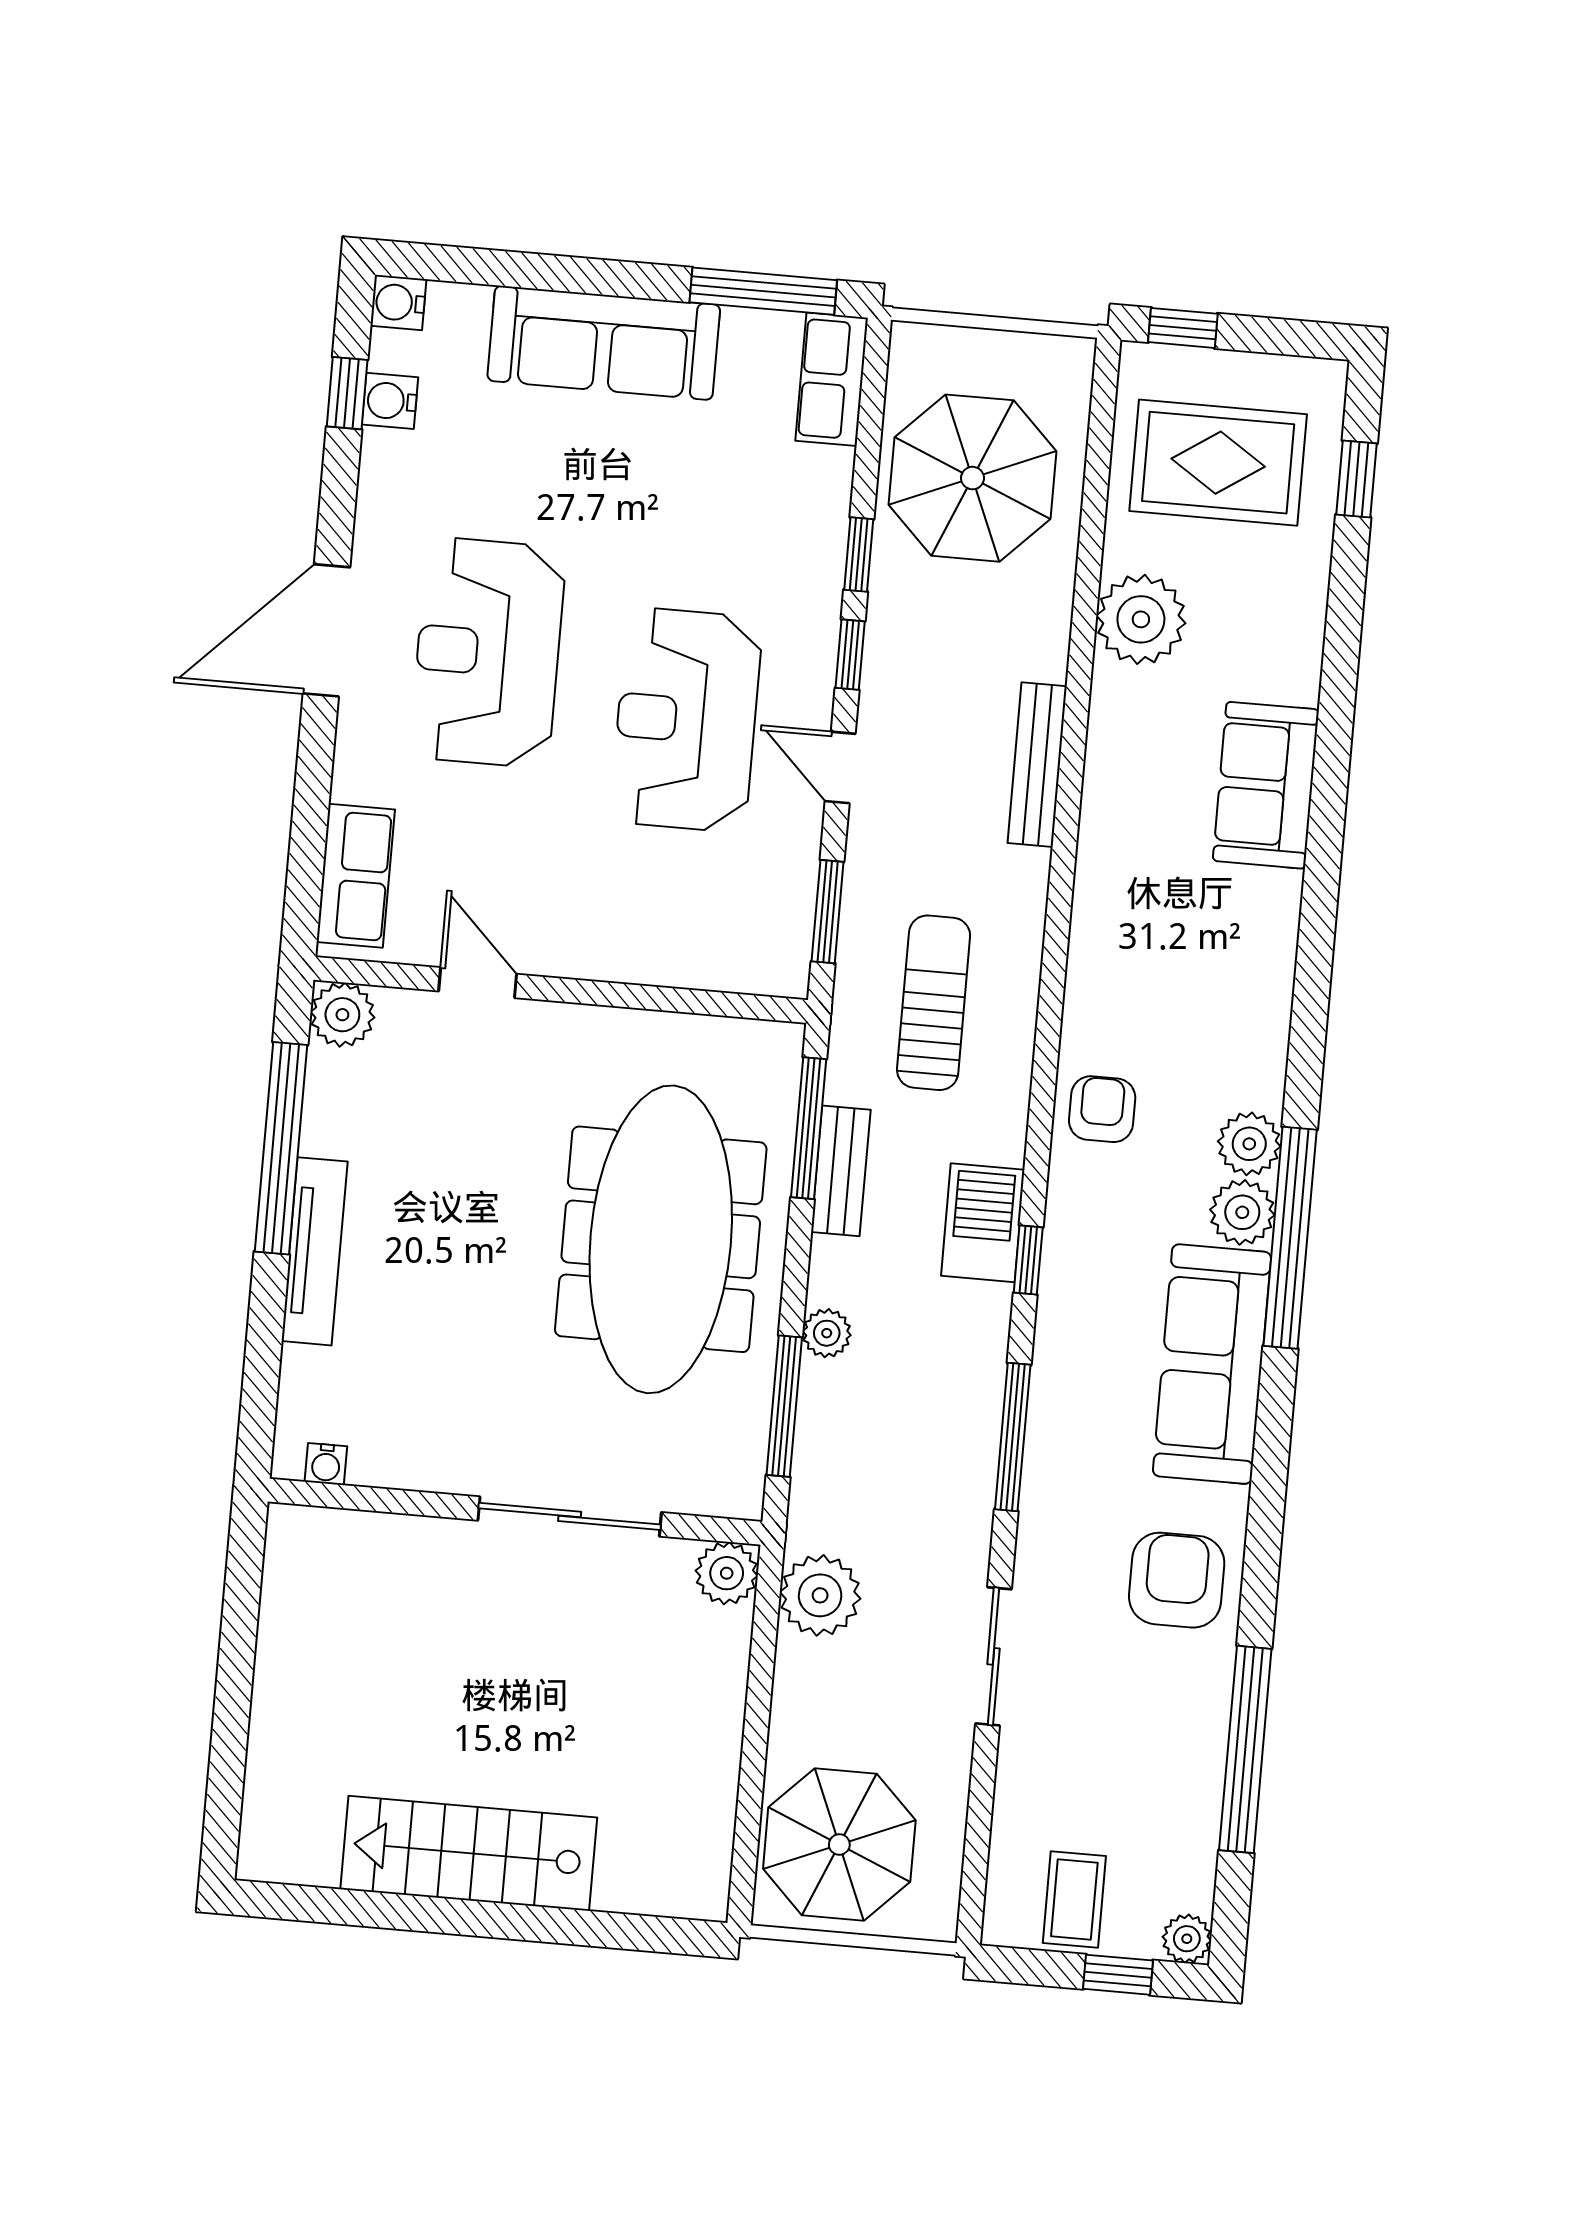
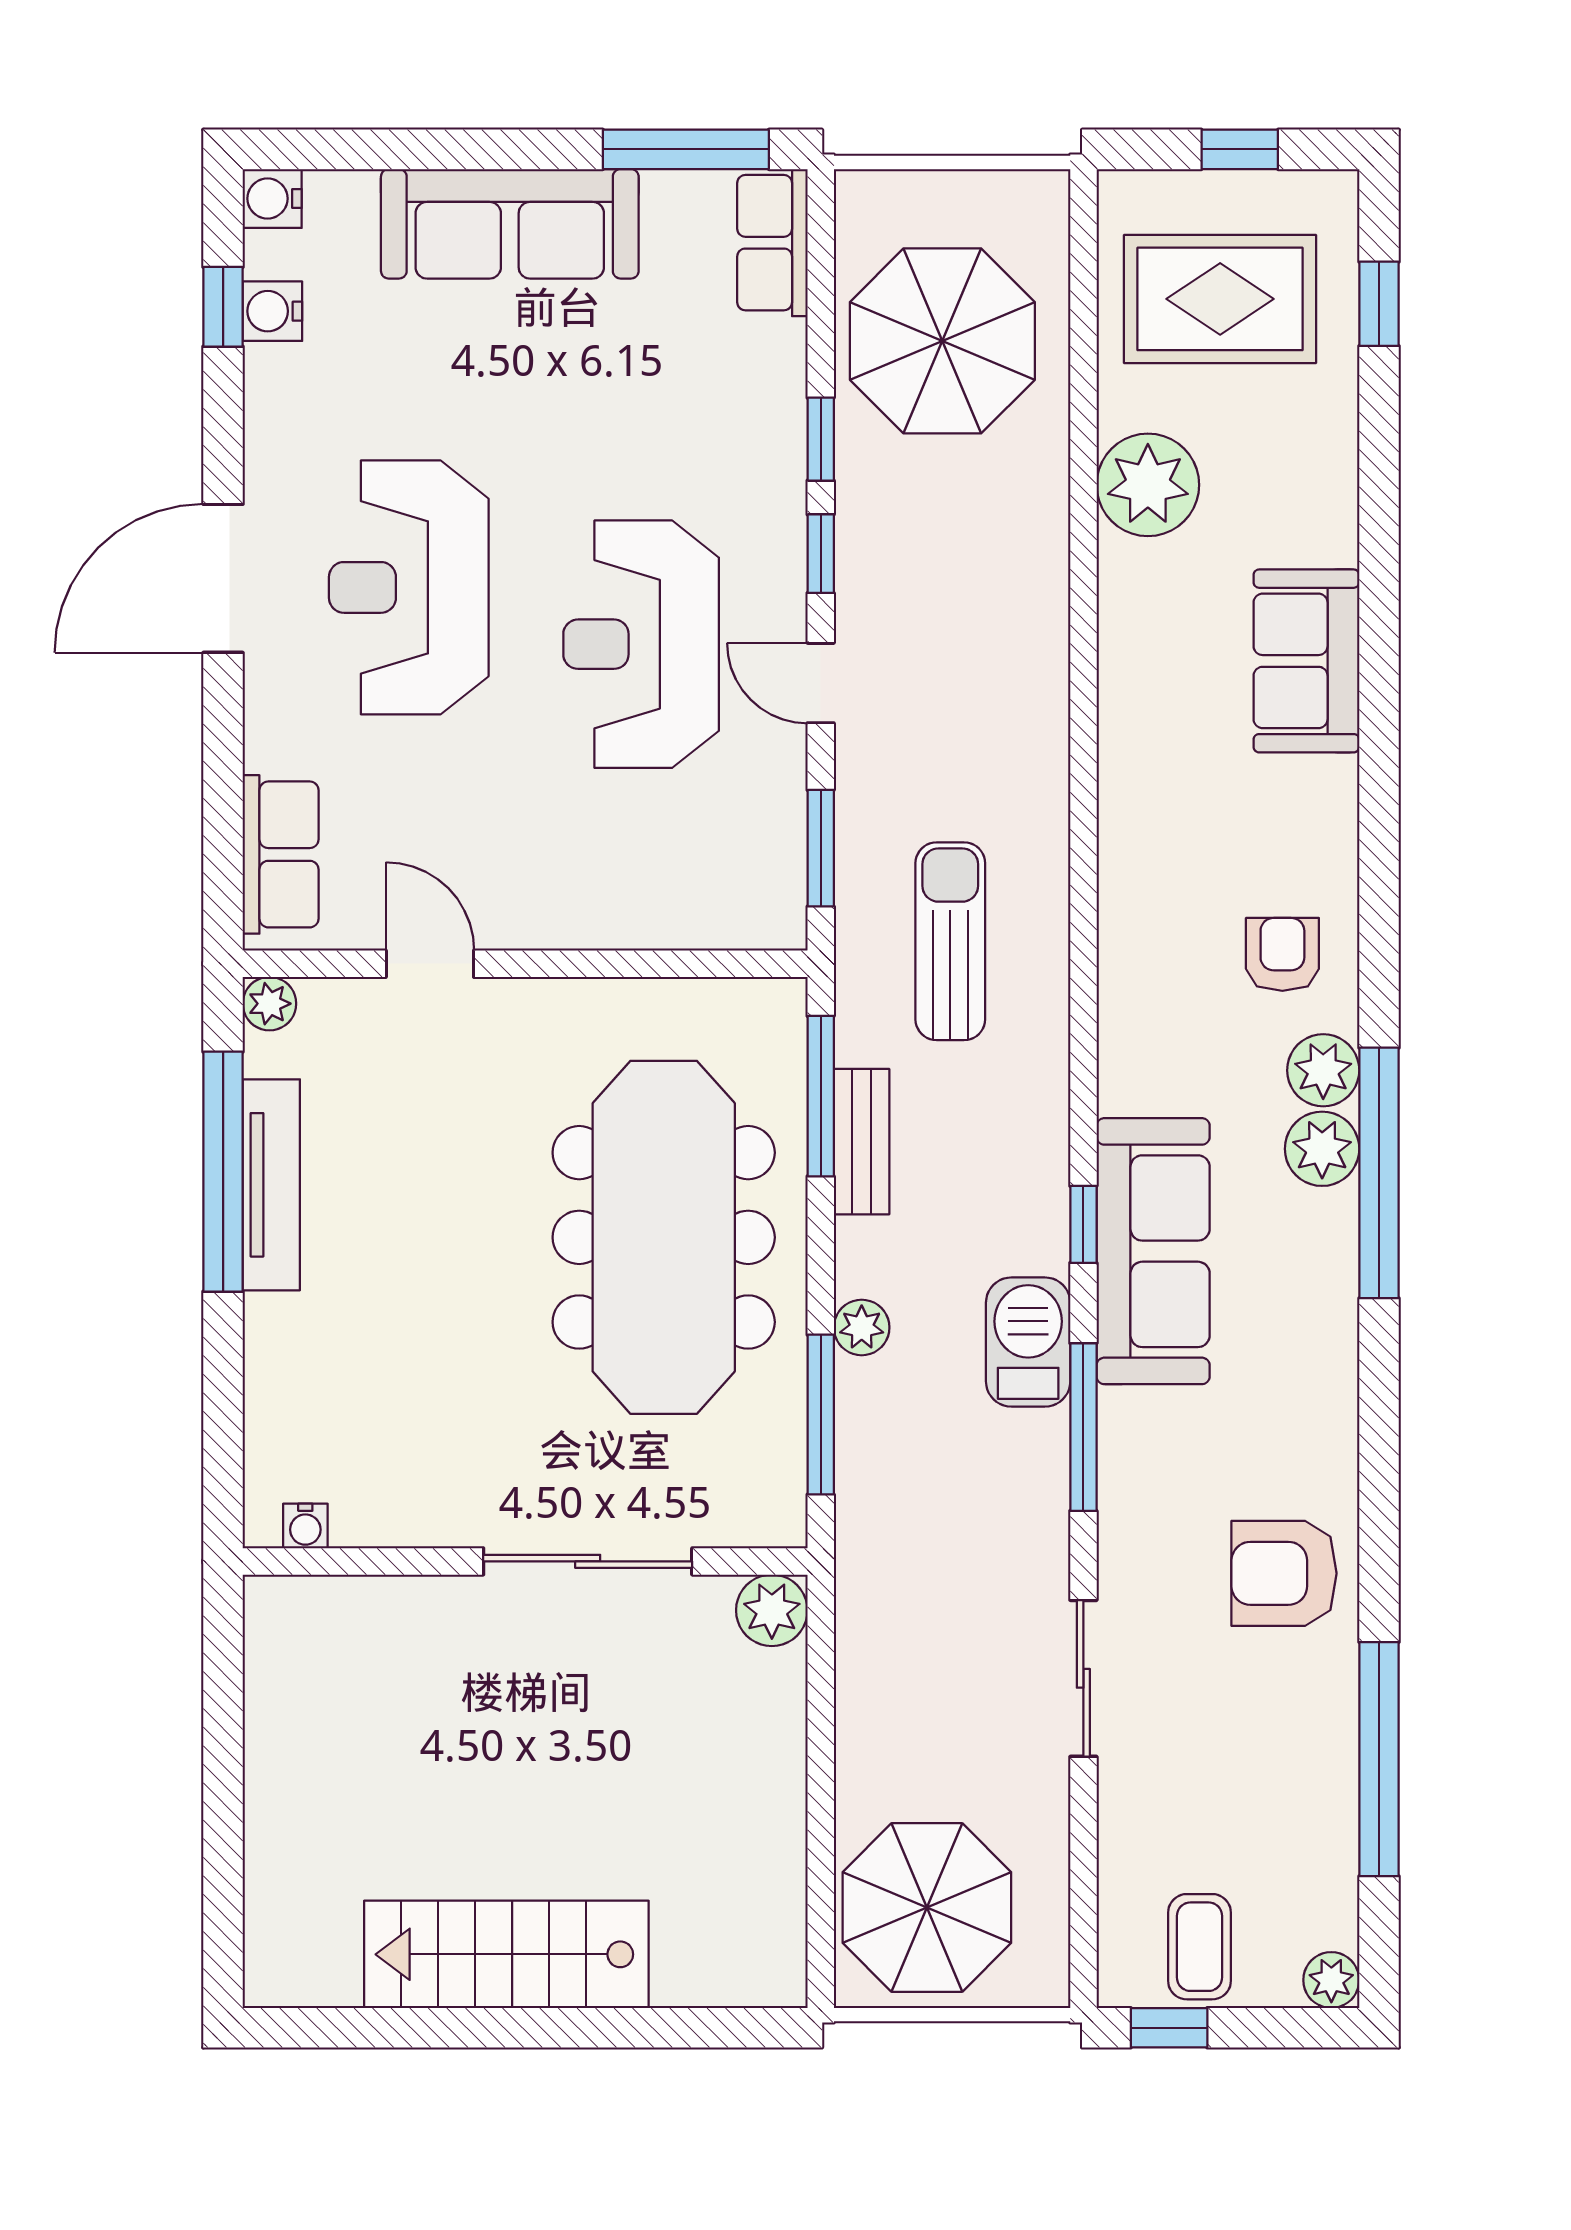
window: (1183, 328) -> (1240, 149), moved
bench: (1037, 765) -> (1044, 660), removed
plant: (342, 1015) -> (269, 1004), width x0.73, depth x0.73
armchair: (1102, 1109) -> (1282, 954), moved
barbecue: (983, 1223) -> (1028, 1342), moved
tv unit: (315, 1251) -> (271, 1185), moved
sofa: (1212, 1364) -> (1153, 1251), moved, turned 180
armchair: (1177, 1580) -> (1284, 1573), turned -90
plant: (820, 1595) -> (880, 1626), removed
window: (1118, 1975) -> (1169, 2028), moved

